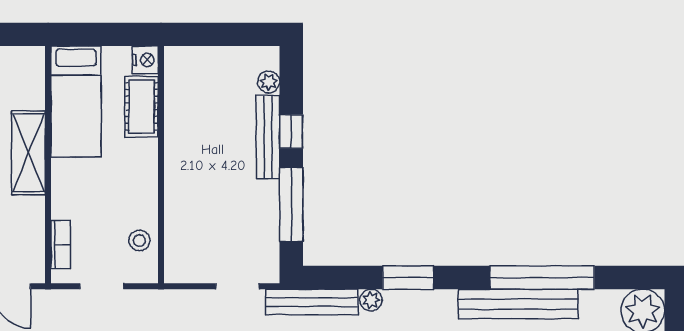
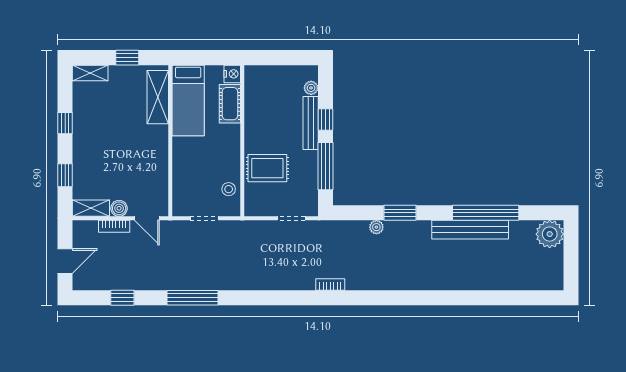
shelving: (28, 153) -> (158, 97), moved
rug: (200, 208) -> (267, 168), added
bookcase: (61, 244) -> (178, 192), removed
bench: (312, 302) -> (338, 228), removed

